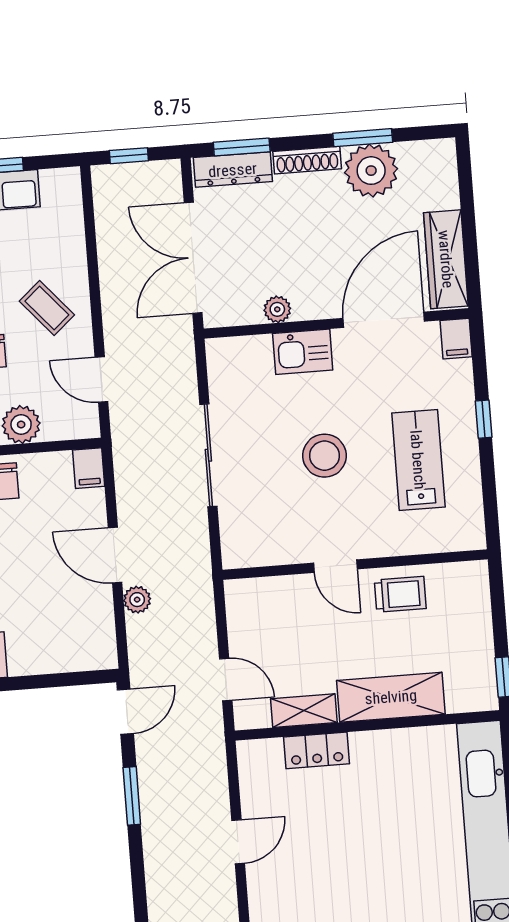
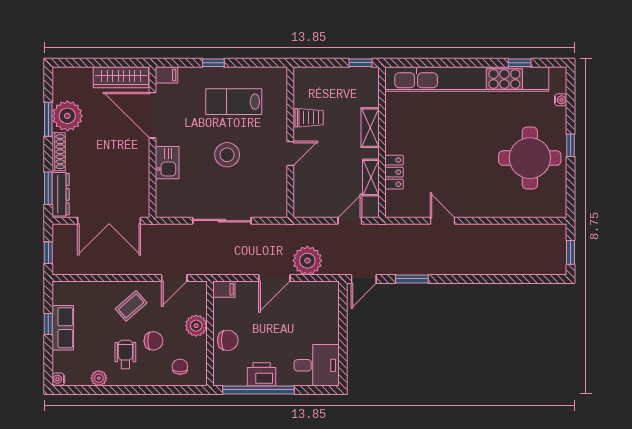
plant: (277, 309) -> (142, 175), removed
trolley: (400, 594) -> (309, 118), turned 90
plant: (137, 600) -> (307, 261), width x1.87, depth x1.87
shelving: (391, 697) -> (370, 128), width x0.67, depth x0.75
door: (125, 712) -> (364, 279), swing flipped

